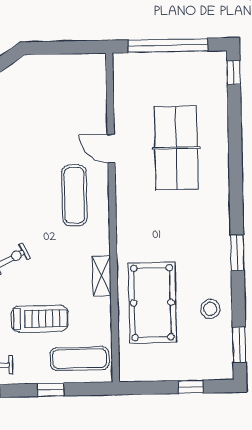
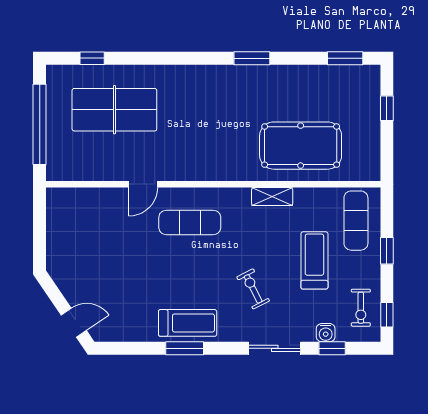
window: (234, 73) -> (92, 58), moved
table tennis table: (176, 148) -> (114, 110), moved
stool: (210, 309) -> (308, 87), removed

